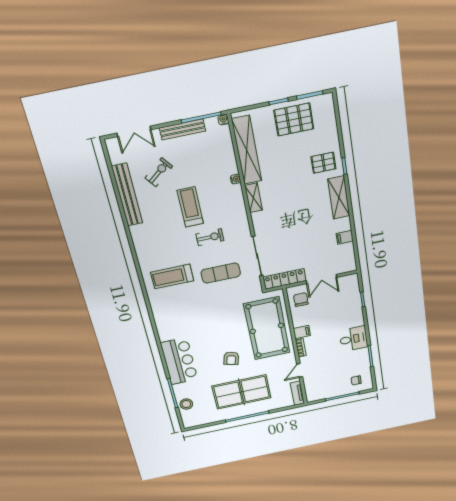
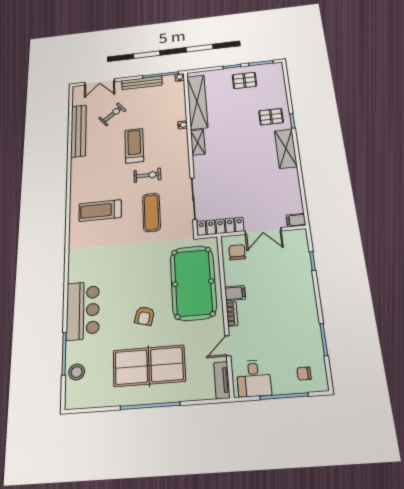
pallet: (294, 119) -> (244, 80), width x0.67, depth x0.71
filing cabinet: (345, 237) -> (296, 220), moved
exercise mat: (221, 273) -> (151, 212), turned 90
desk: (353, 339) -> (254, 378), moved, turned 90

